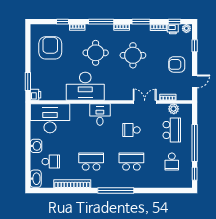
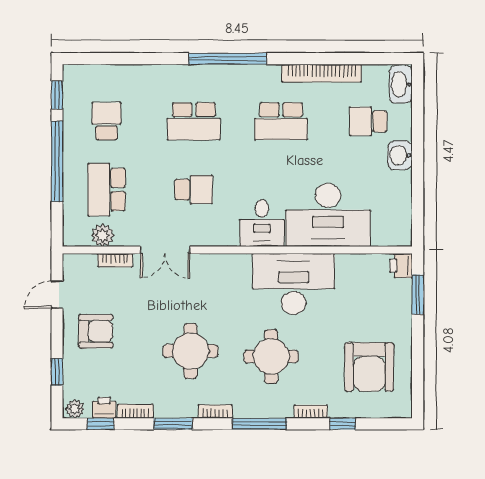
desk: (50, 118) -> (328, 215), moved

